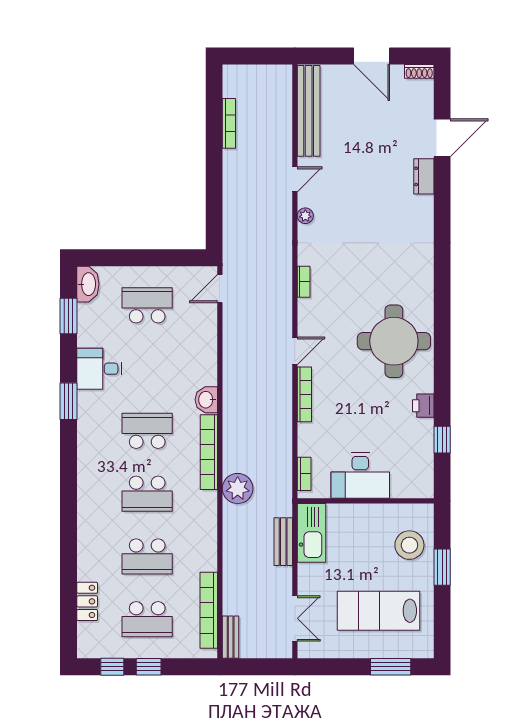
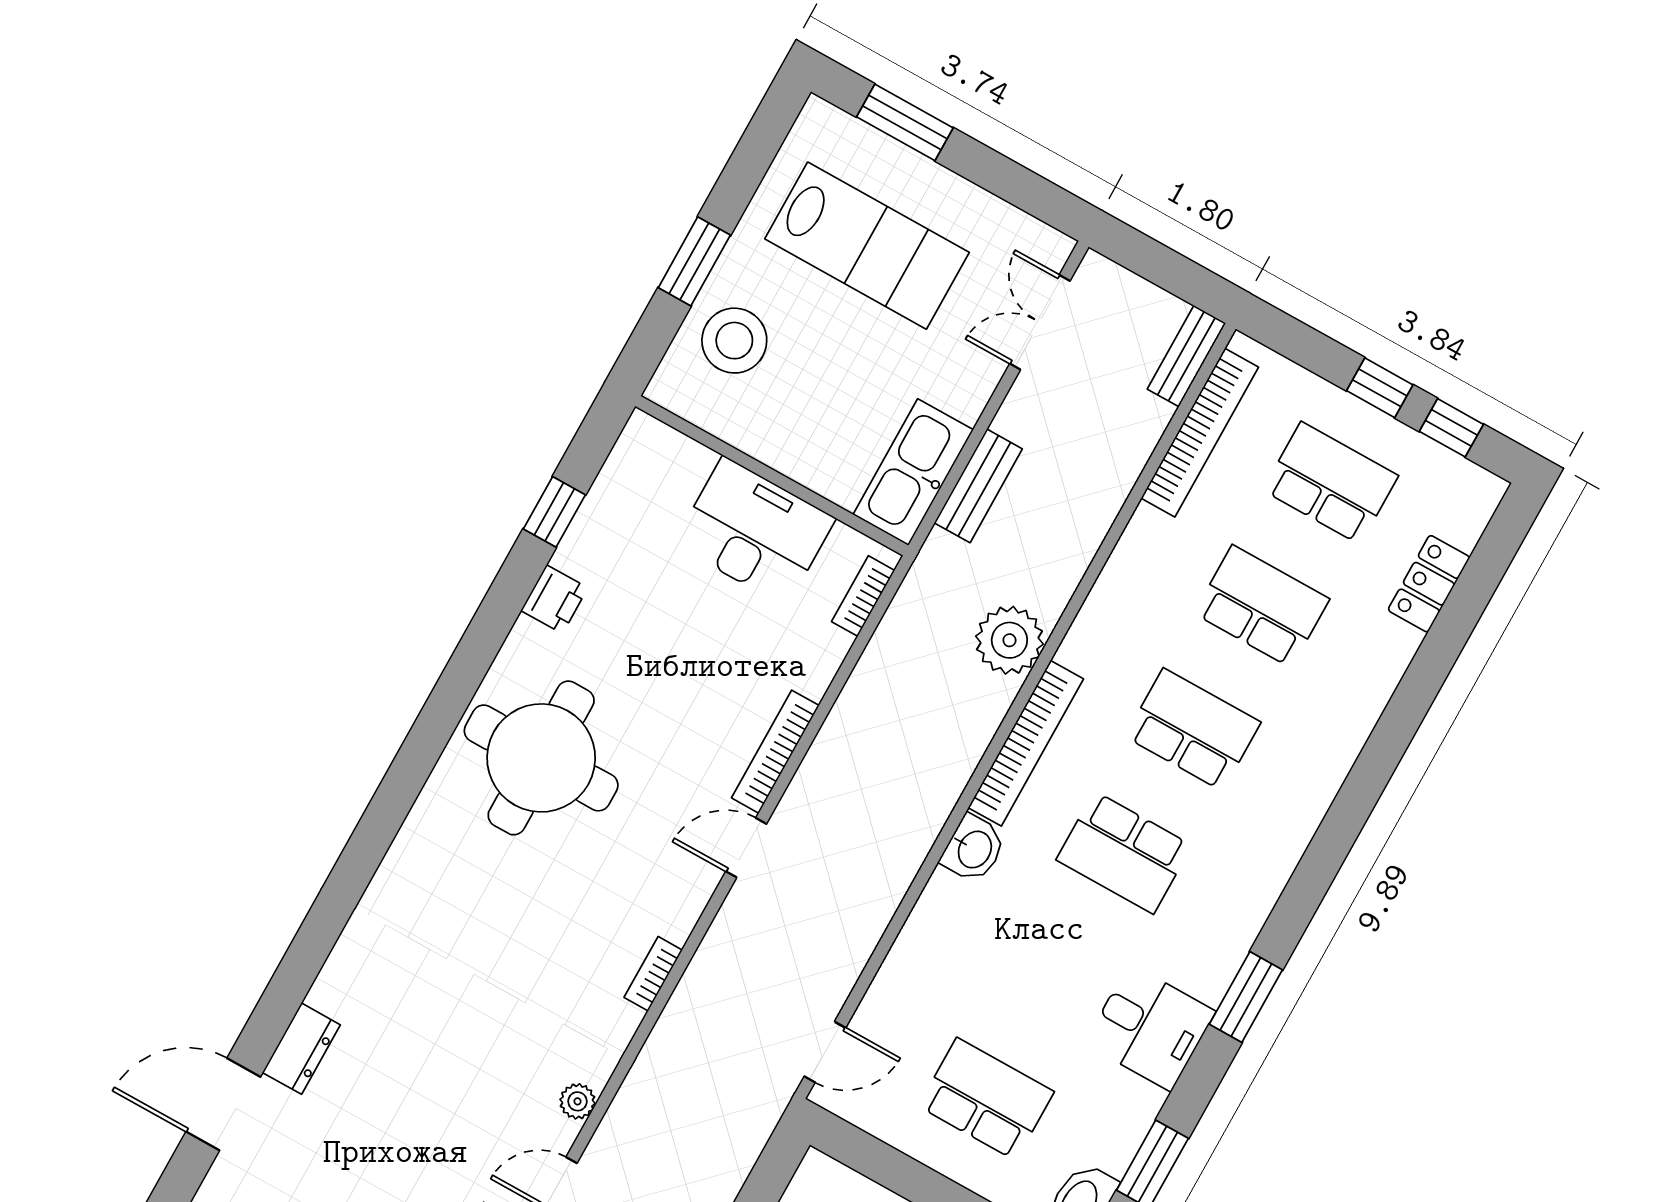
school desk: (147, 305) -> (986, 1099), turned 180

